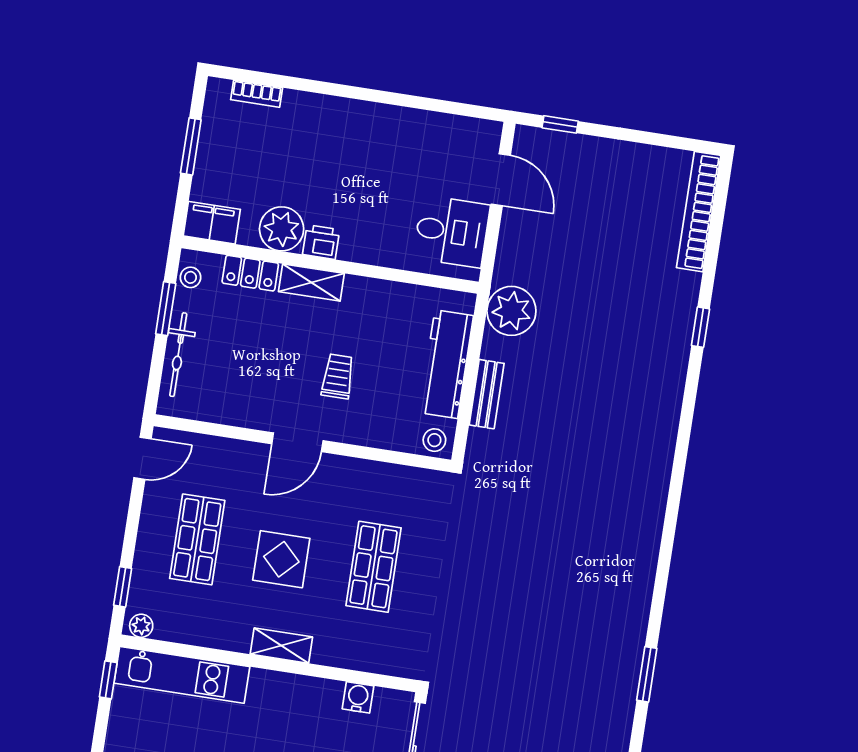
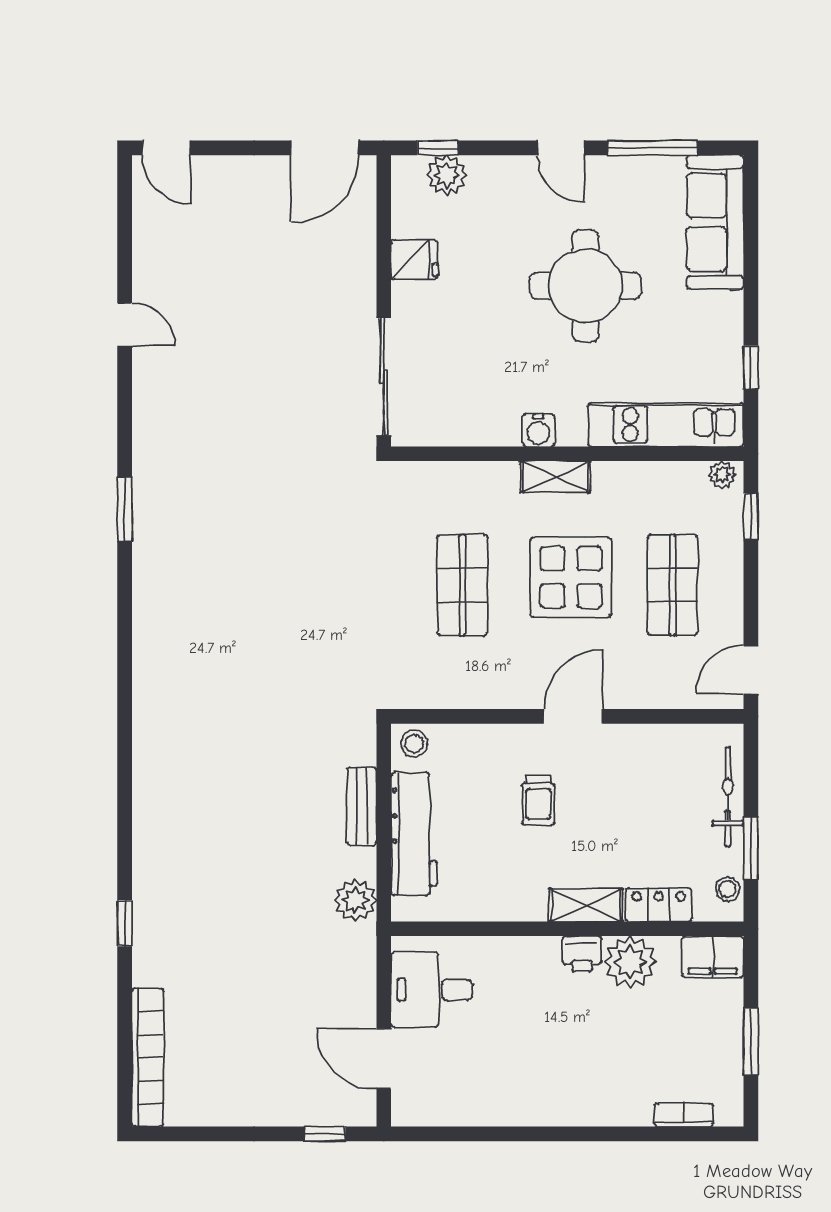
plant: (511, 311) -> (355, 900), width x0.73, depth x0.73
display table: (281, 559) -> (571, 577), width x1.36, depth x1.36
window: (108, 680) -> (751, 367), moved
water cooler: (358, 697) -> (539, 430), moved

